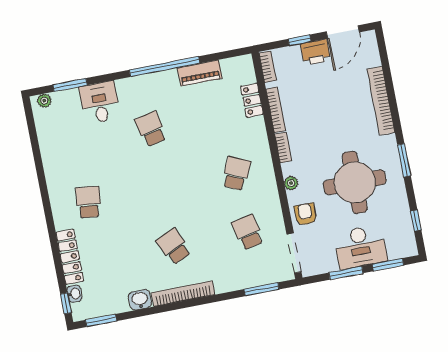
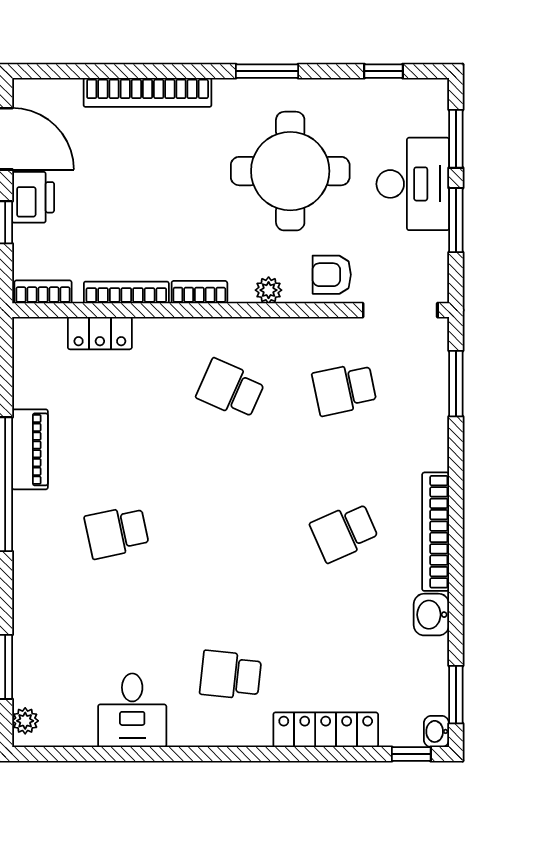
piano: (200, 73) -> (30, 449), moved
desk: (100, 103) -> (132, 710), moved, turned -90
washbasin: (74, 294) -> (436, 731), moved, turned -90

